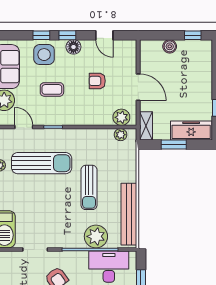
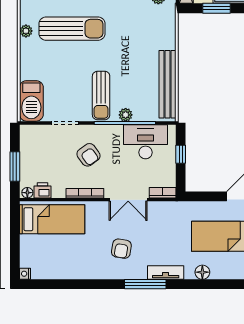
sun lounger: (89, 187) -> (101, 95), moved
plant: (96, 236) -> (126, 115), width x0.53, depth x0.53

